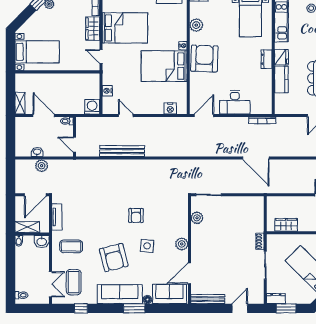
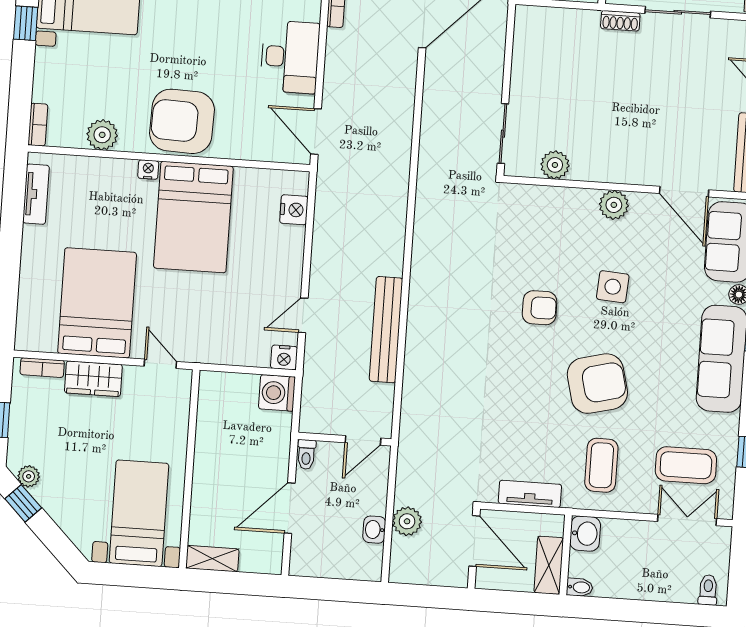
door: (101, 57) -> (160, 364), swing flipped
nightstand: (107, 91) -> (284, 357), moved
shelving: (20, 103) -> (212, 559), moved
armchair: (114, 258) -> (597, 384), moved

